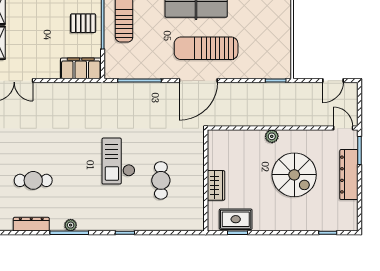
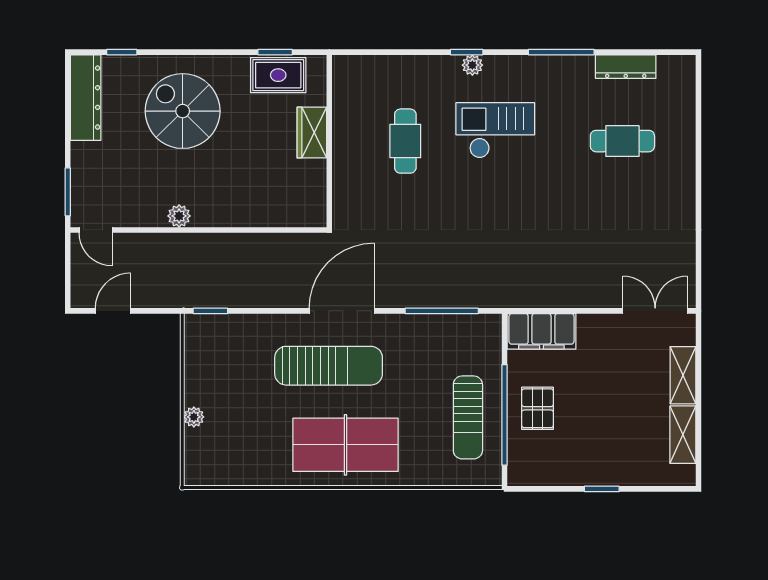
plant: (285, 18) -> (194, 417), added
pallet: (83, 23) -> (538, 408), turned 90
plant: (272, 136) -> (179, 216), moved
checkout: (118, 161) -> (495, 130), moved, turned -90
spiral stairs: (294, 175) -> (183, 111), moved
dresser: (349, 175) -> (86, 98), moved
plant: (71, 225) -> (472, 65), moved

